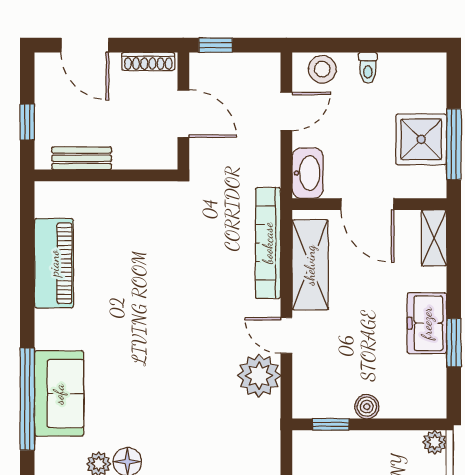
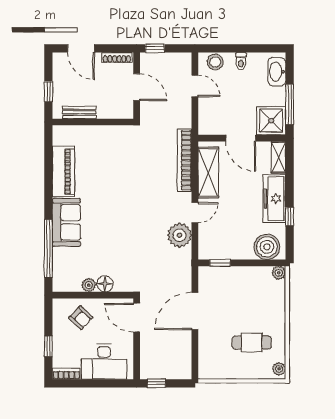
door: (286, 111) -> (195, 86), hinge flipped
shower: (421, 139) -> (271, 121), moved
washbasin: (308, 173) -> (277, 72), moved, turned 180
freezer: (427, 323) -> (274, 199), width x1.40
door: (286, 335) -> (195, 212), swing flipped
window: (454, 343) -> (290, 217), width x0.67
sofa: (59, 394) -> (66, 222), moved
boiler: (367, 407) -> (267, 247), moved, width x1.86, depth x1.86

